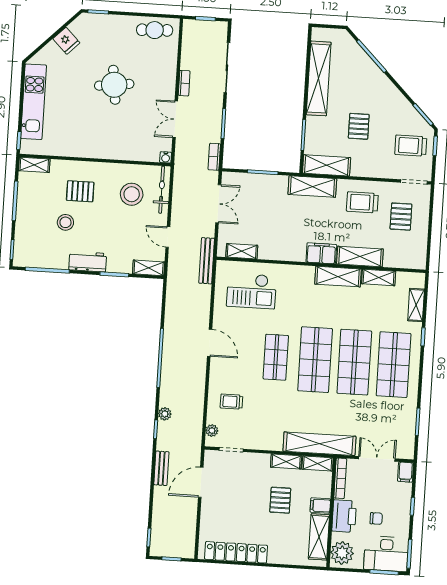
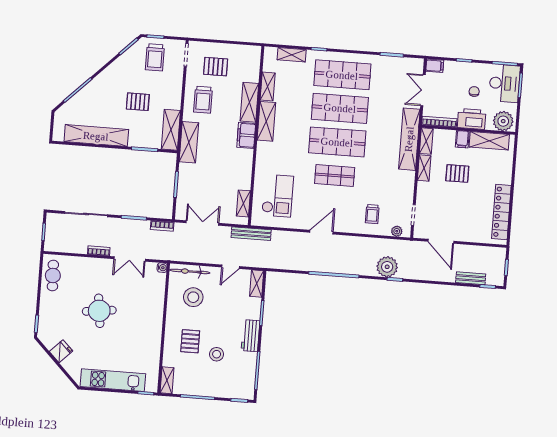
plant: (165, 414) -> (387, 267), width x1.88, depth x1.88
bench: (161, 468) -> (471, 278), moved

